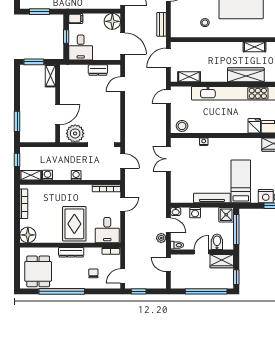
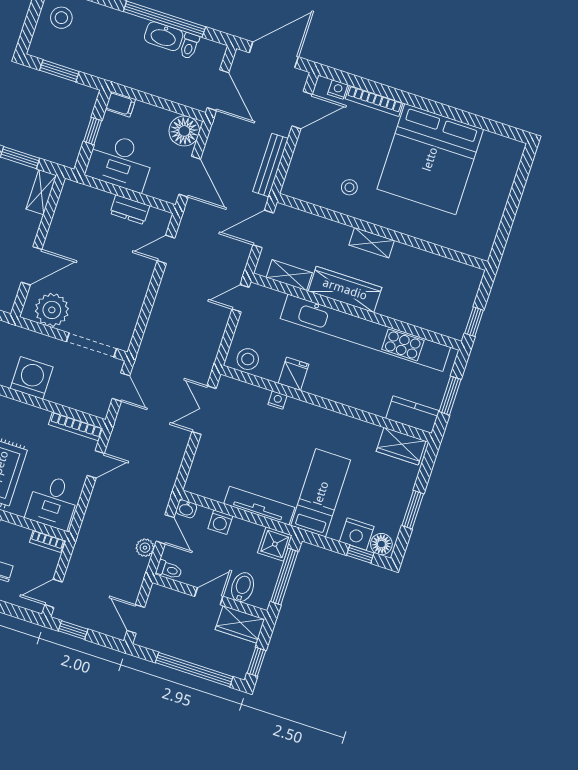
bench: (161, 24) -> (271, 165), width x1.36
shelving: (255, 47) -> (372, 243), moved
desk: (81, 48) -> (120, 162), width x1.37
wardrobe: (246, 75) -> (345, 289), moved
fridge: (254, 126) -> (293, 374), moved
washing machine: (76, 175) -> (32, 378), width x1.89, depth x1.89
door: (168, 264) -> (136, 619), moved

